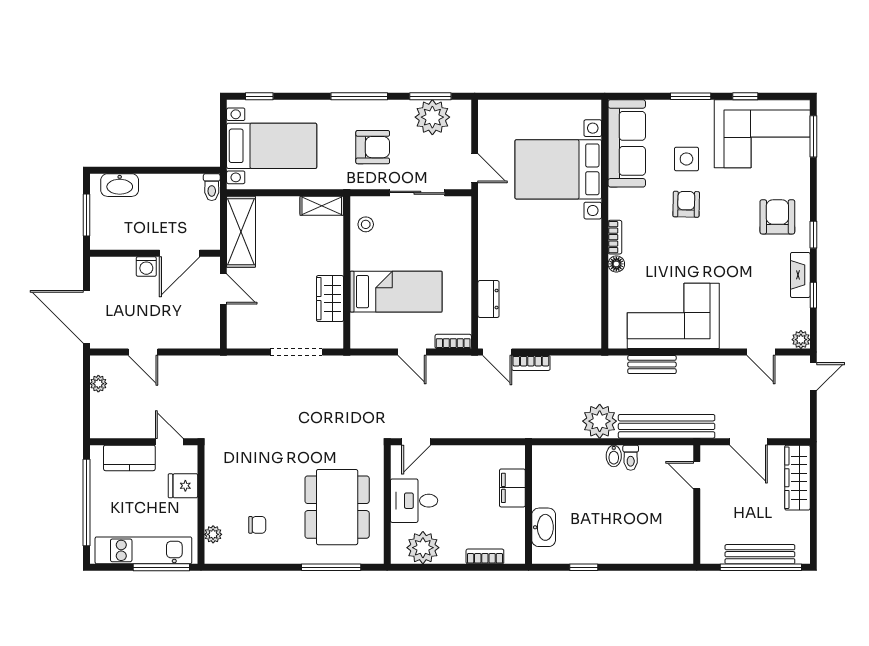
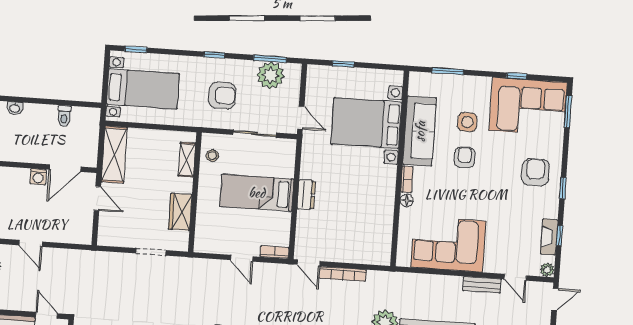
window: (359, 96) -> (214, 55), width x0.46
window: (524, 96) -> (343, 64), added
window: (691, 96) -> (448, 71), moved
sofa: (627, 143) -> (420, 131), moved
washbasin: (120, 185) -> (15, 108), width x0.52, depth x0.69
toilet: (212, 187) -> (64, 116), moved
shelving: (322, 206) -> (187, 160), moved, turned 90
fireplace: (800, 275) -> (549, 237), moved
bed: (396, 292) -> (257, 193), moved, turned 180
dresser: (488, 299) -> (306, 195), moved
doorway: (296, 352) -> (151, 252), width x0.73
bookcase: (531, 363) -> (343, 274), width x1.56
bench: (652, 365) -> (482, 285), moved

